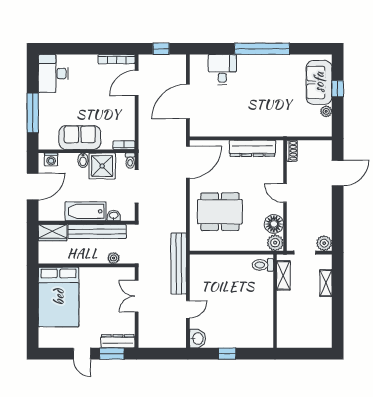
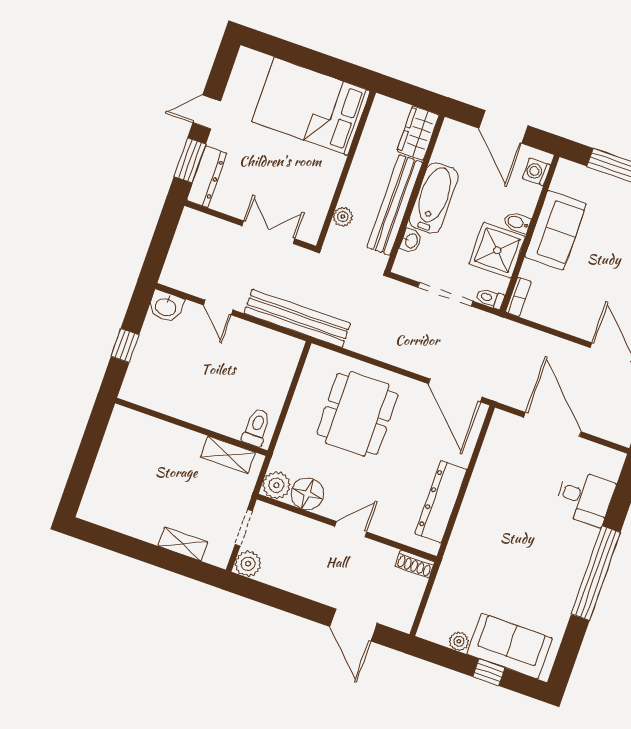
toilet: (263, 265) -> (256, 428), moved
shelving: (283, 275) -> (228, 455), moved
wall: (275, 301) -> (191, 427), moved

